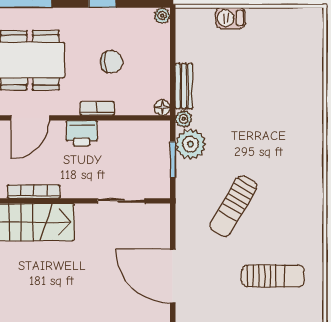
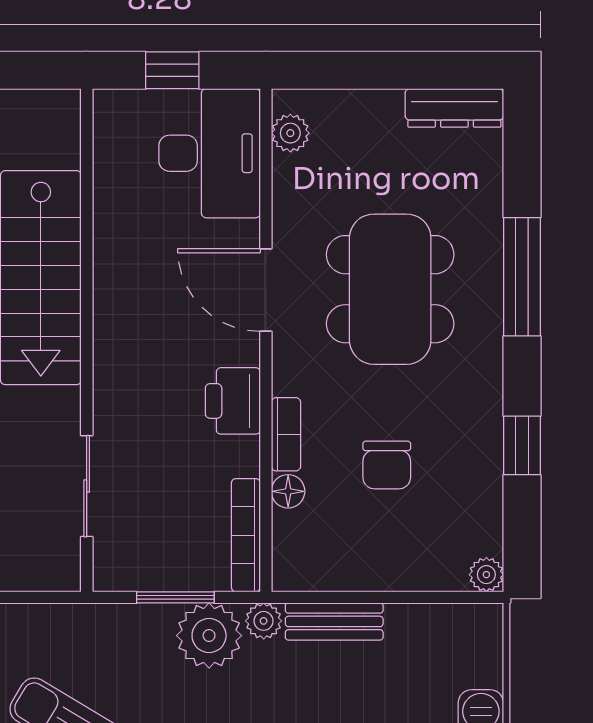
floor lamp: (162, 108) -> (288, 491), moved
bookcase: (34, 192) -> (246, 535), moved, turned 180

